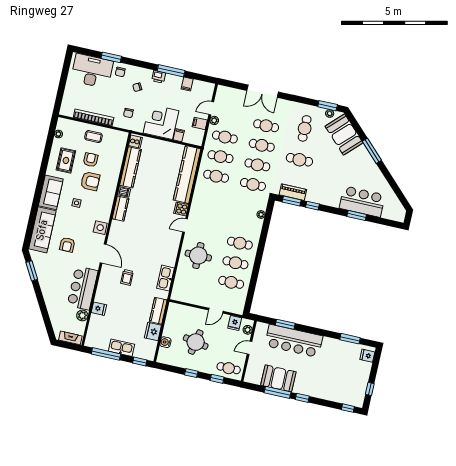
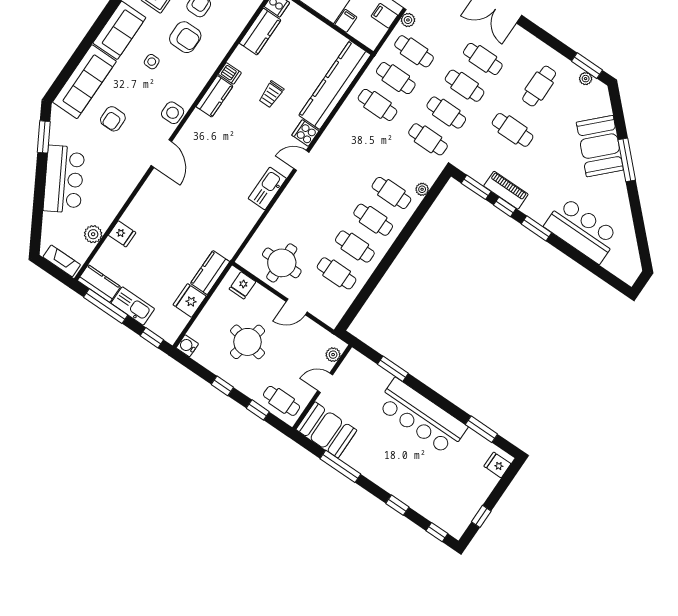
booth: (344, 135) -> (600, 146), moved
kitchen counter: (130, 167) -> (260, 32), width x0.67
piano: (293, 192) -> (506, 190), moved
window: (357, 216) -> (536, 228), moved
cafe table: (244, 224) -> (391, 193), added
round table: (198, 256) -> (282, 263), moved
trolley: (127, 277) -> (271, 94), moved
kitchen sink: (166, 278) -> (267, 188), moved
bar counter: (82, 288) -> (64, 179), moved, turned 150
fridge: (235, 323) -> (242, 285), moved
bar counter: (294, 341) -> (422, 417), moved
water cooler: (165, 342) -> (187, 346), moved
kitchen counter: (97, 343) -> (99, 284), added
booth: (278, 378) -> (326, 430), moved
window: (302, 398) -> (397, 505), moved

